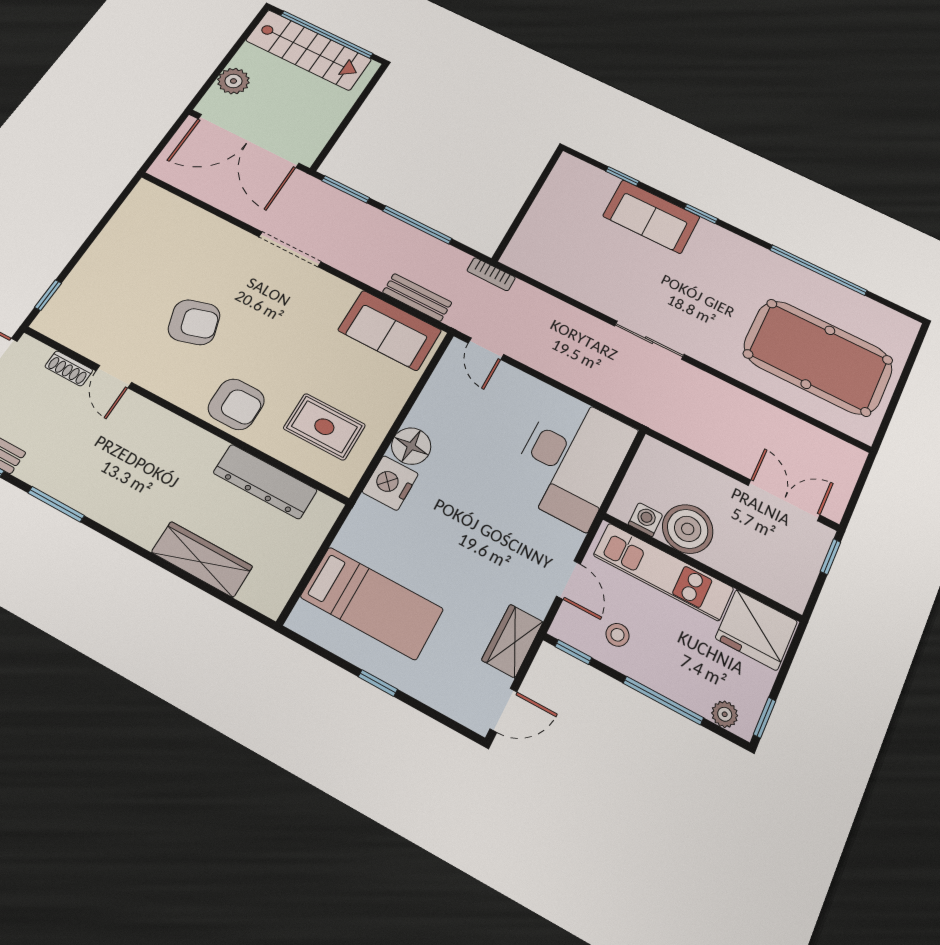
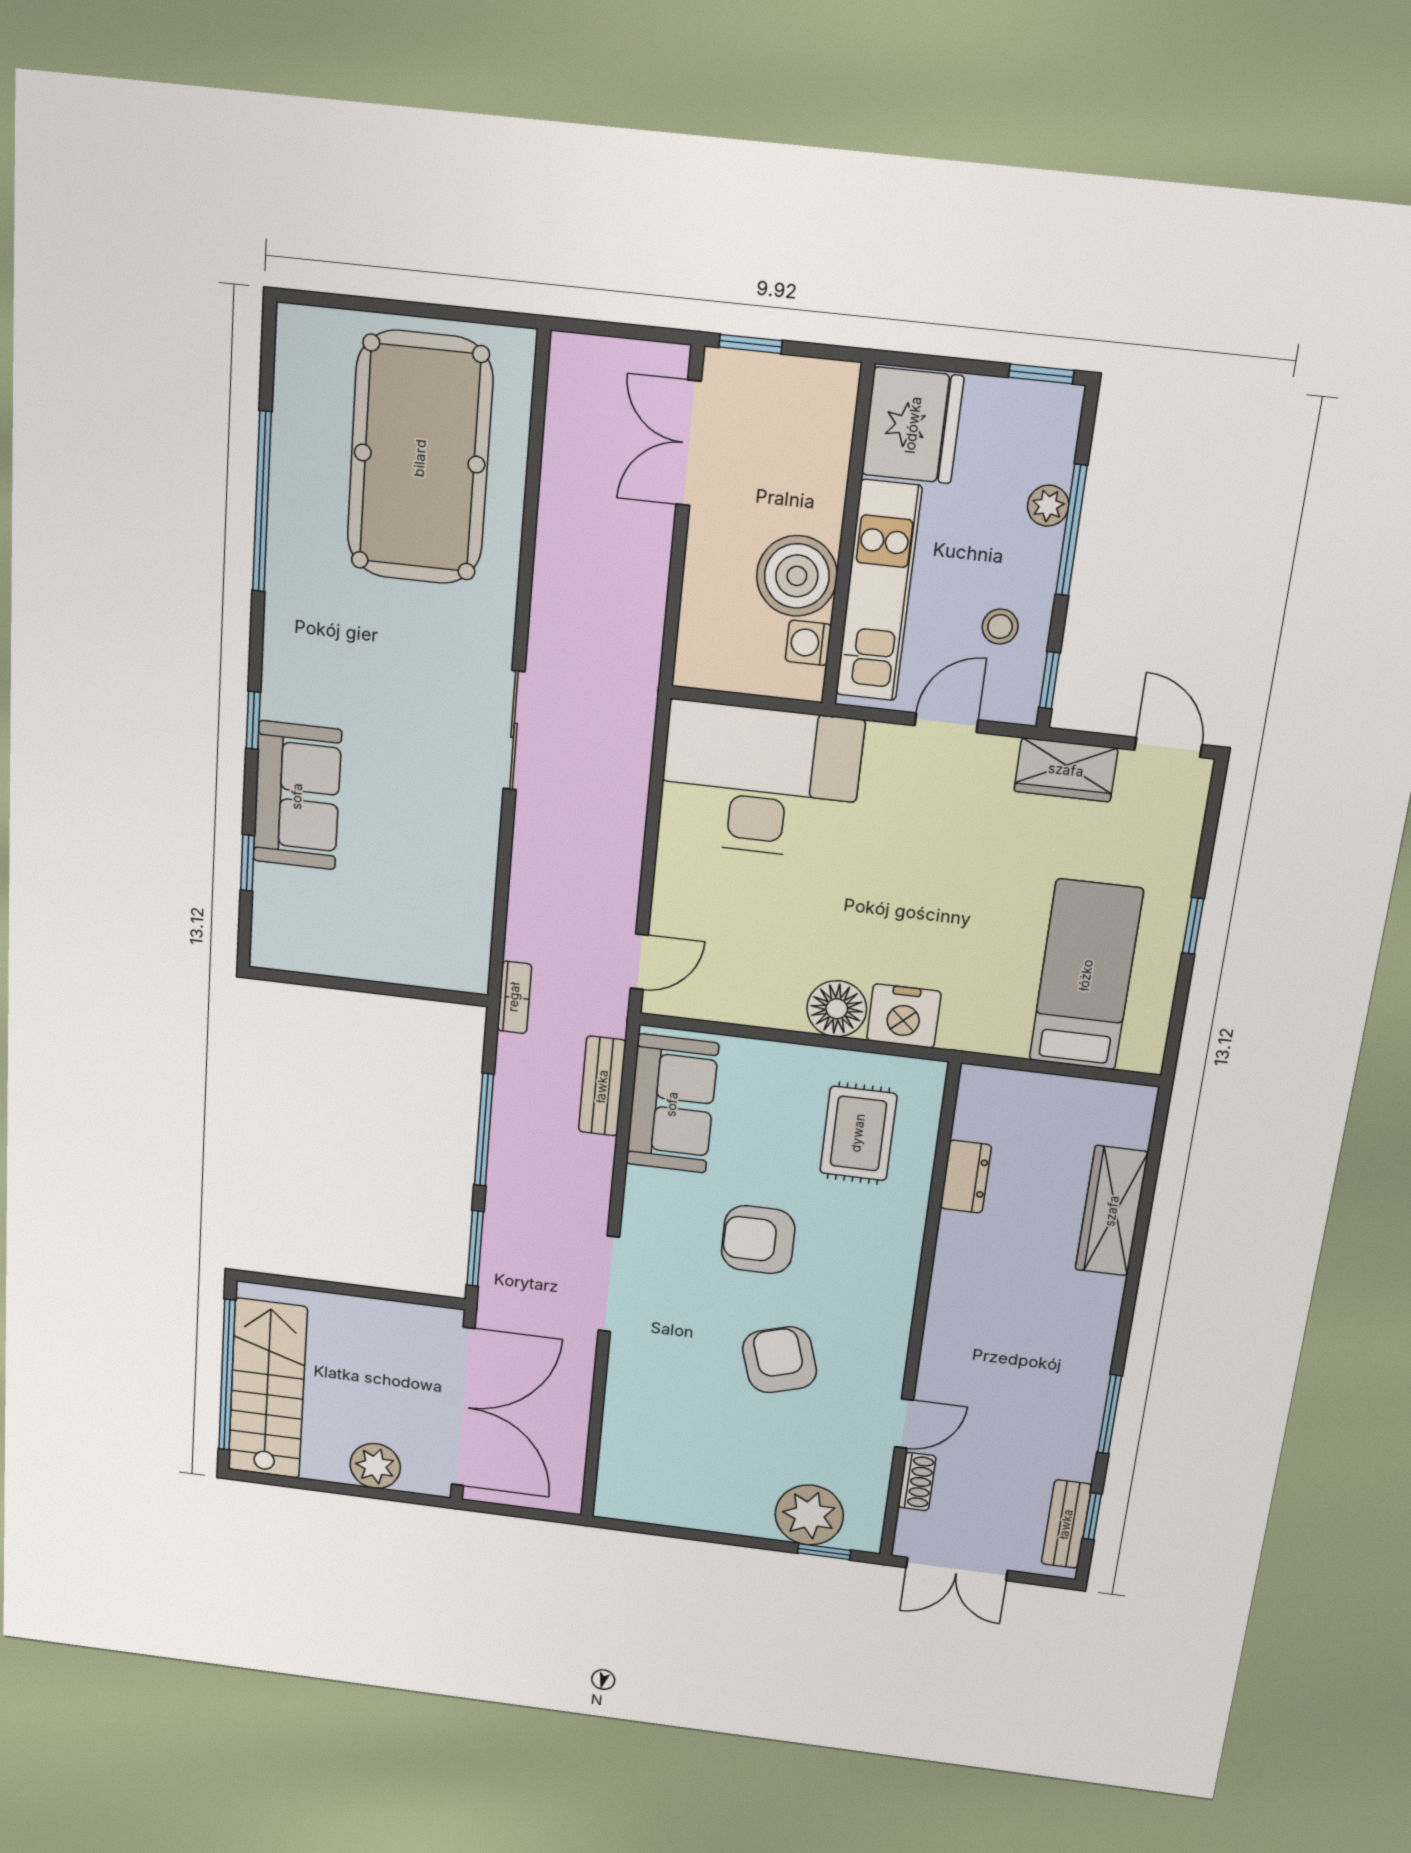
plant: (79, 297) -> (809, 1515), added
armchair: (236, 404) -> (758, 1240), moved, turned -90
dresser: (265, 481) -> (966, 1177), width x0.51, depth x0.80
plant: (725, 714) -> (1048, 506), moved

